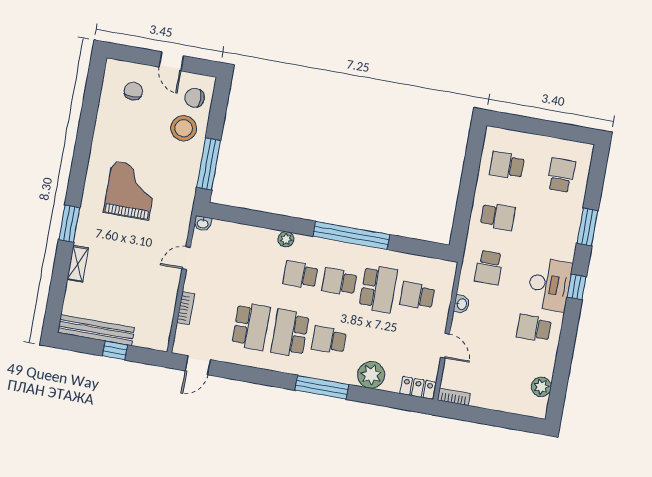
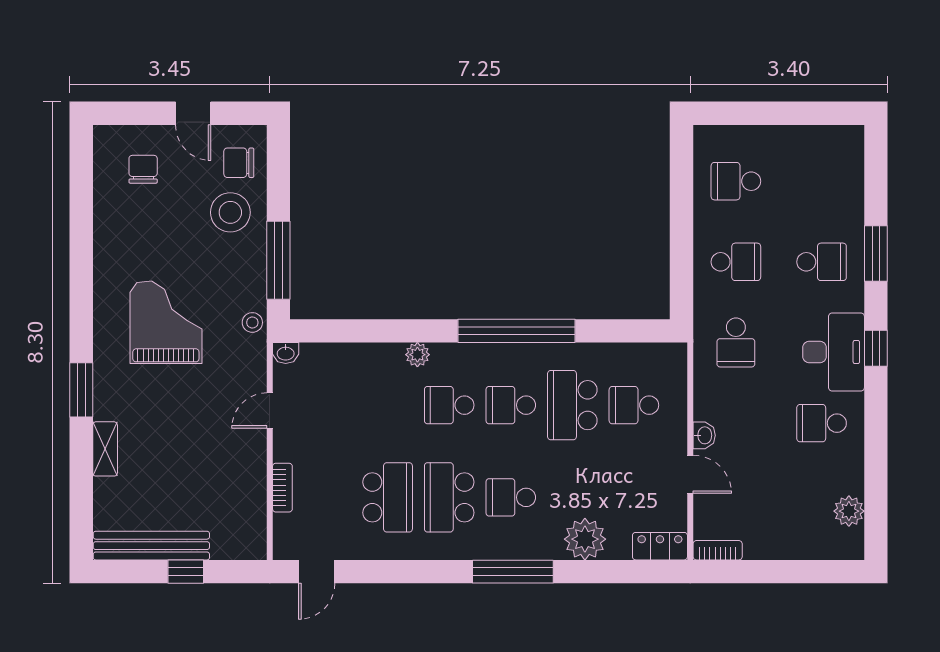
school desk: (561, 175) -> (822, 262), moved, turned 90
stool: (185, 200) -> (252, 322), added
school desk: (378, 289) -> (572, 405), turned 180
washbasin: (462, 304) -> (704, 435), moved

